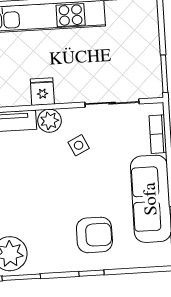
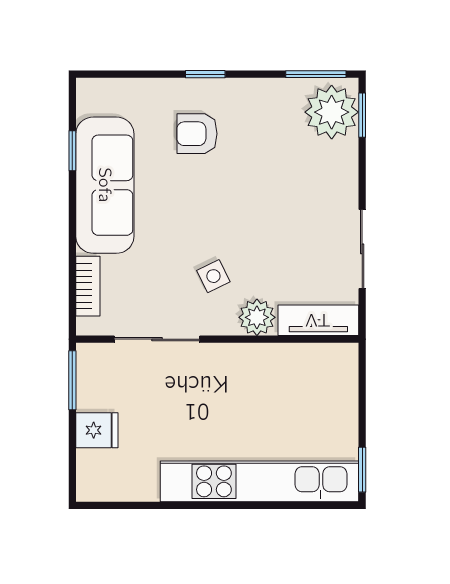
fridge: (42, 92) -> (97, 430), moved, turned -90
armchair: (94, 235) -> (197, 134), width x0.72, depth x0.72

